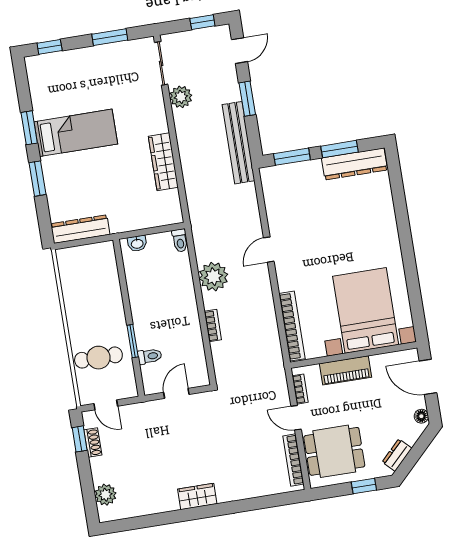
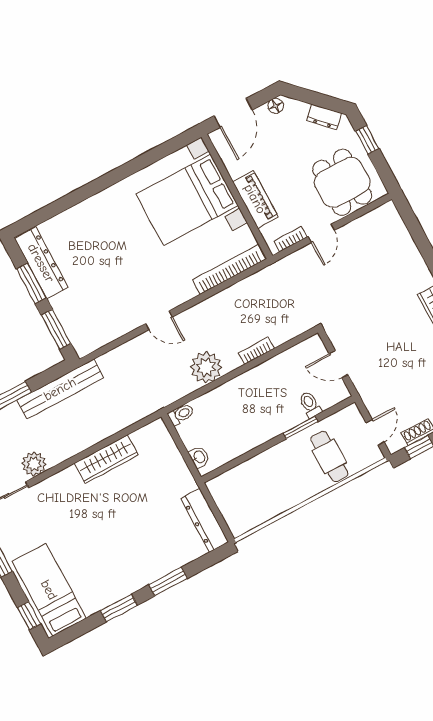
bed: (76, 133) -> (49, 590), moved
bookcase: (293, 460) -> (365, 221), removed

